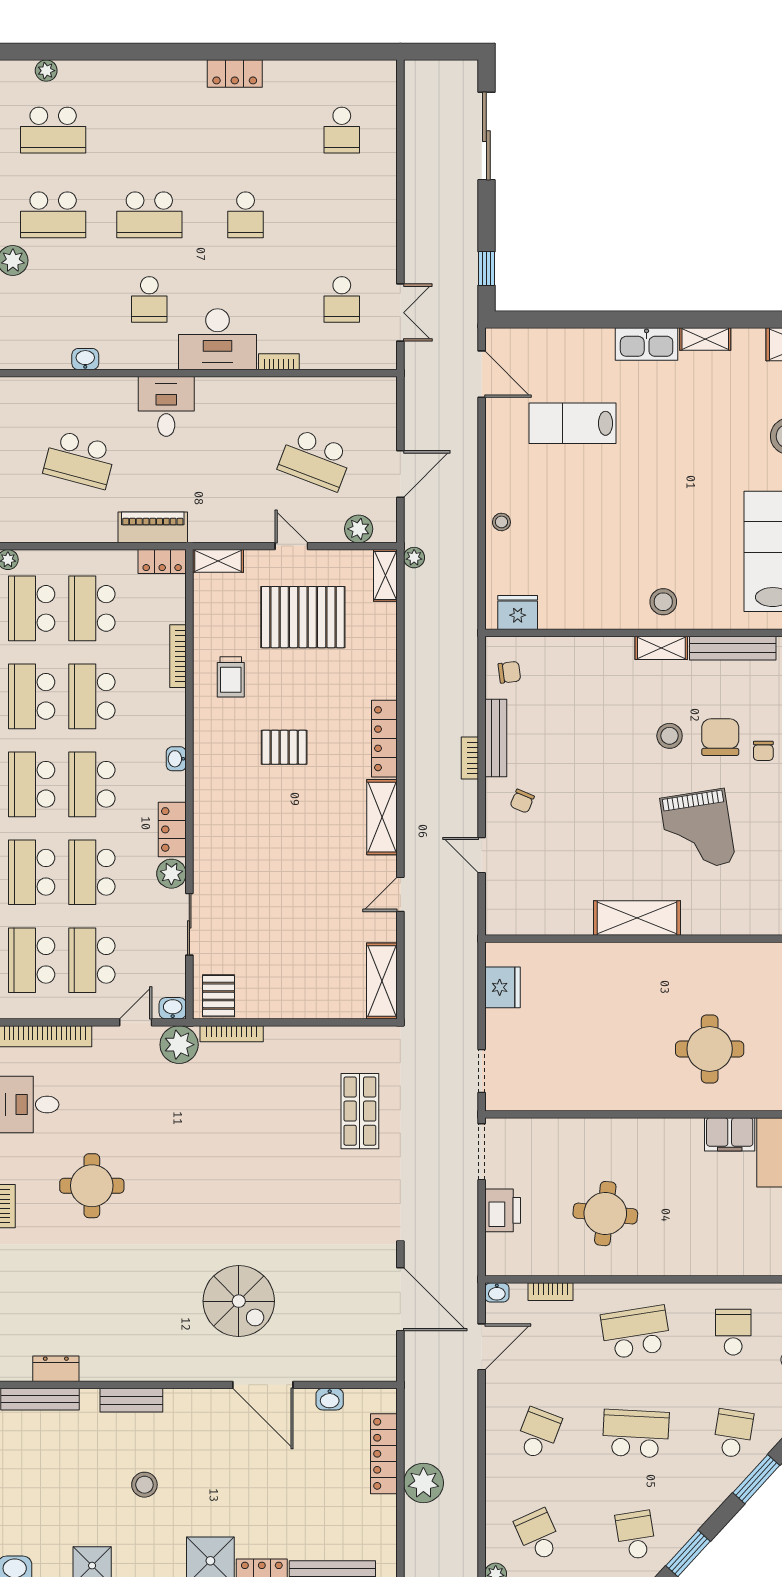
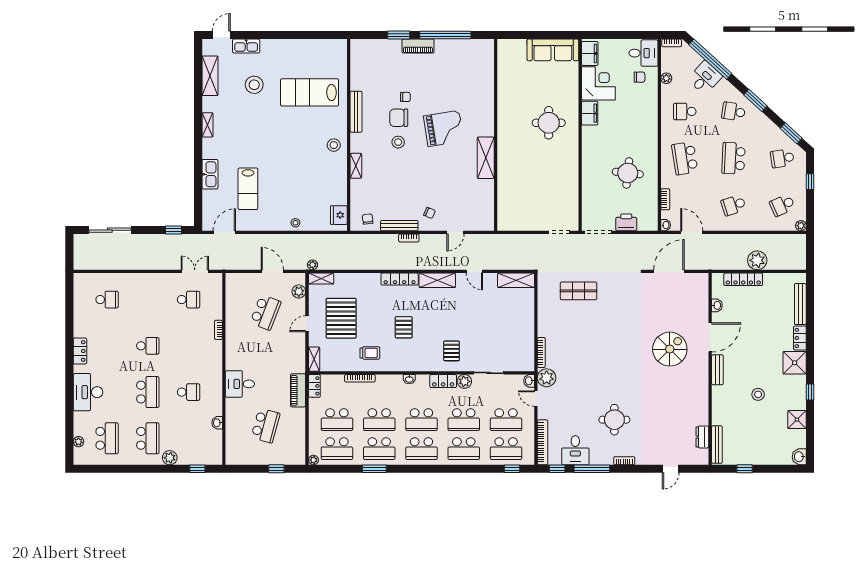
desk: (217, 339) -> (88, 392), moved, turned 180
kitchen sink: (647, 344) -> (210, 174), moved
shelving: (661, 648) -> (356, 166), moved
fridge: (502, 987) -> (519, 222), removed
pallet: (219, 996) -> (452, 351), moved, turned 90
bench: (131, 1400) -> (717, 370), moved
school desk: (538, 1434) -> (734, 205), turned -39

